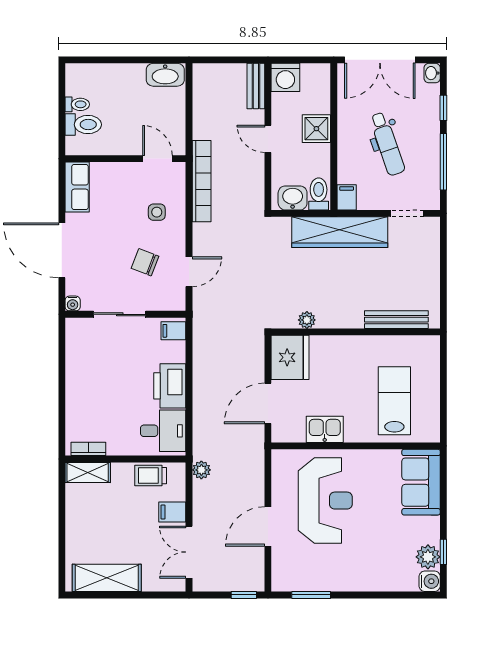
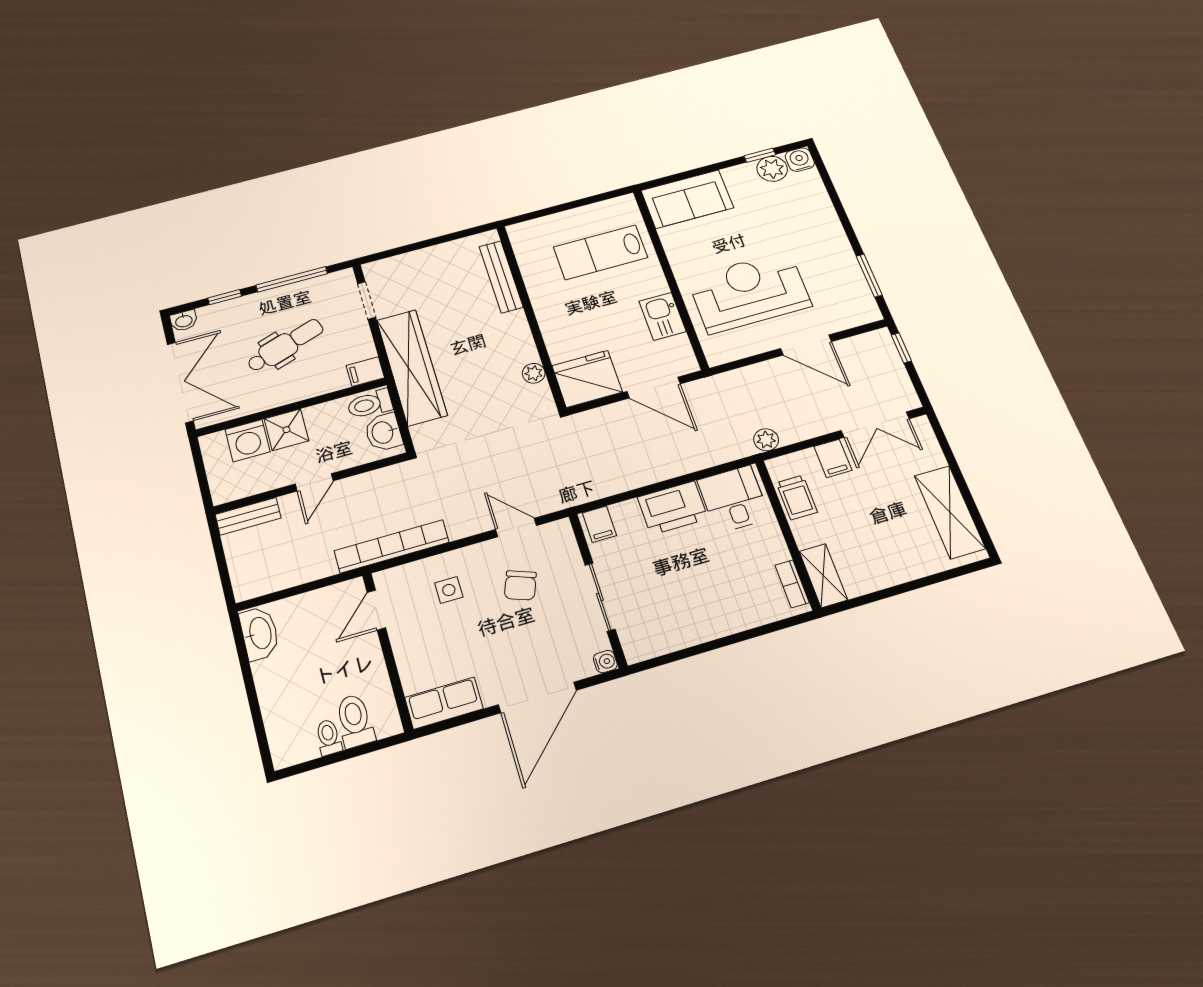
washing machine: (285, 77) -> (248, 441), moved, turned 90

